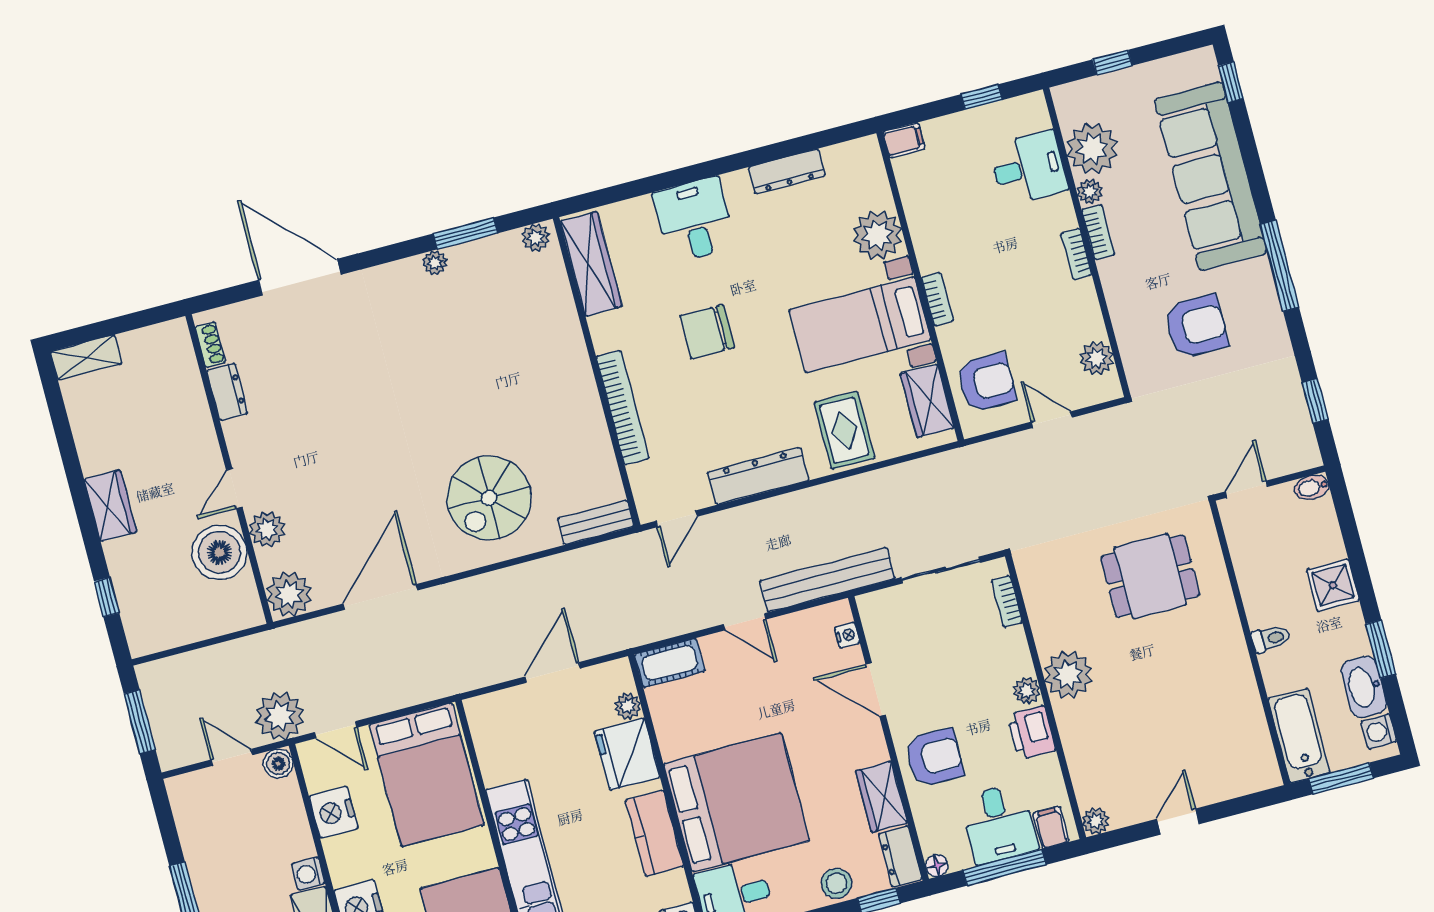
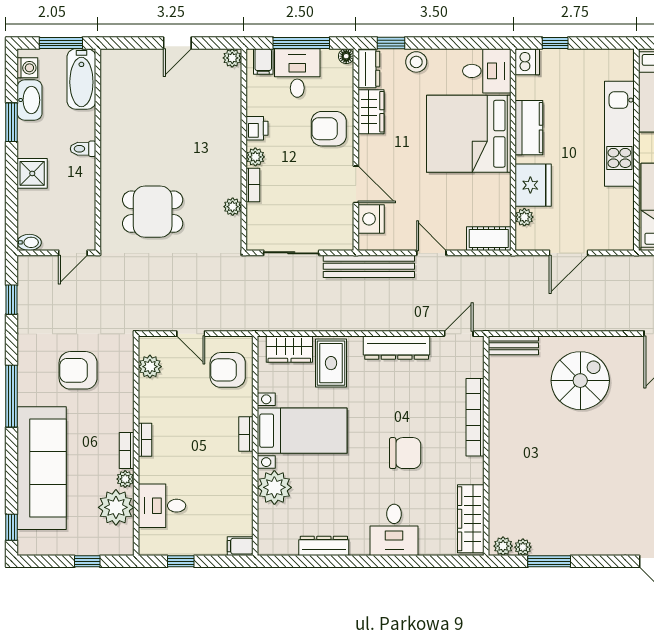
plant: (435, 263) -> (523, 547), moved
wardrobe: (927, 401) -> (289, 349), moved, turned 90
bookcase: (1007, 601) -> (253, 185), moved
nightstand: (847, 635) -> (371, 219), width x1.89, depth x1.79
plant: (1068, 675) -> (233, 207), moved, width x0.53, depth x0.53
printer: (1031, 733) -> (257, 128), width x0.73, depth x0.81

